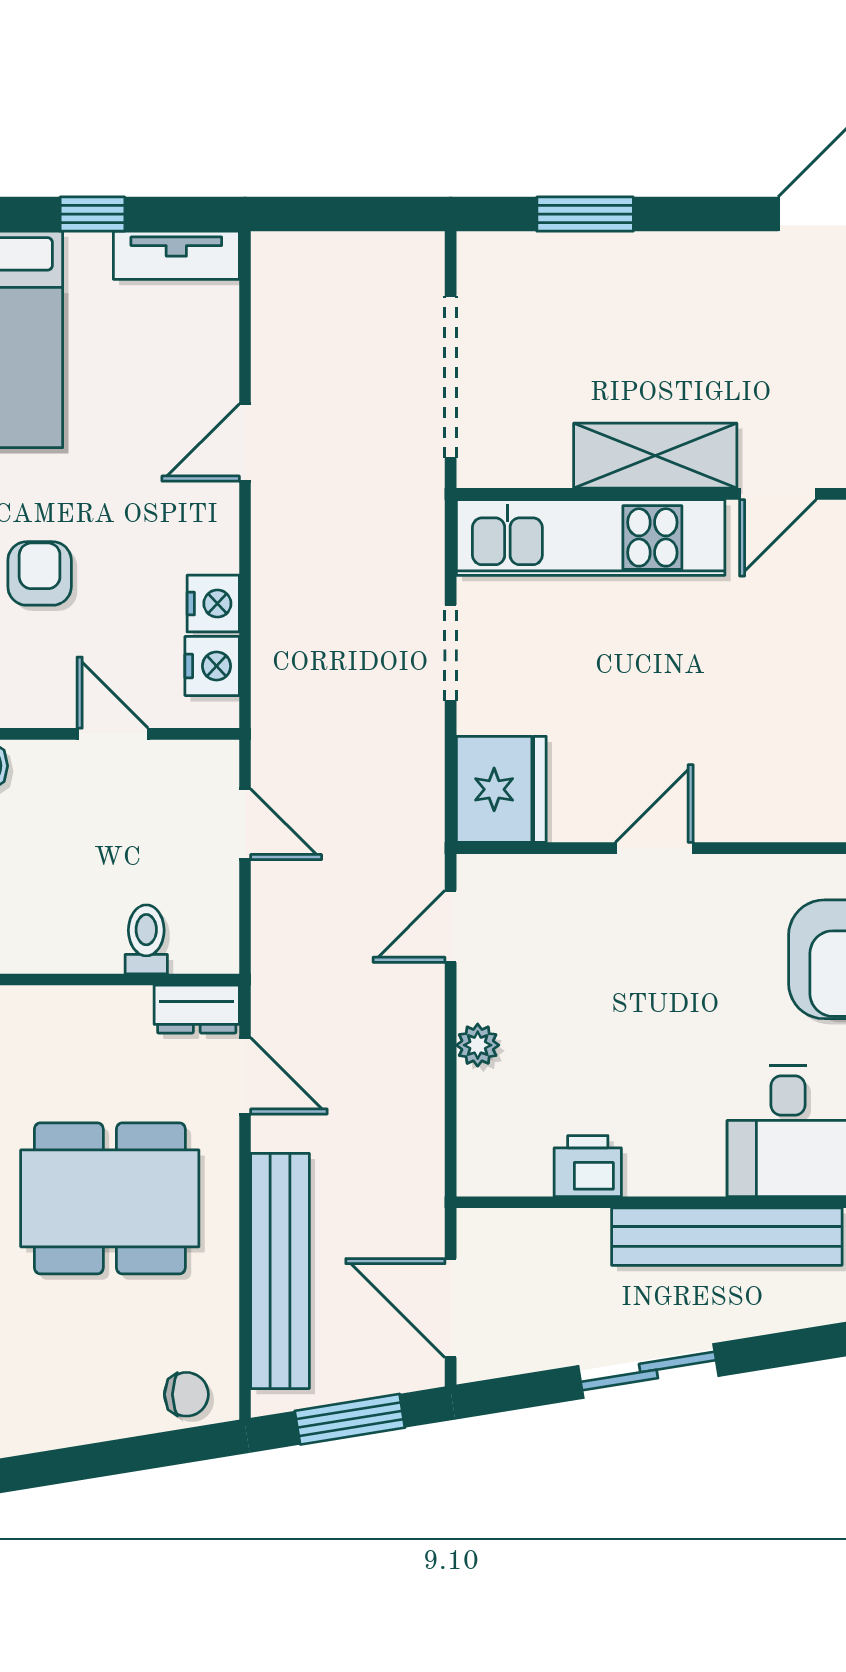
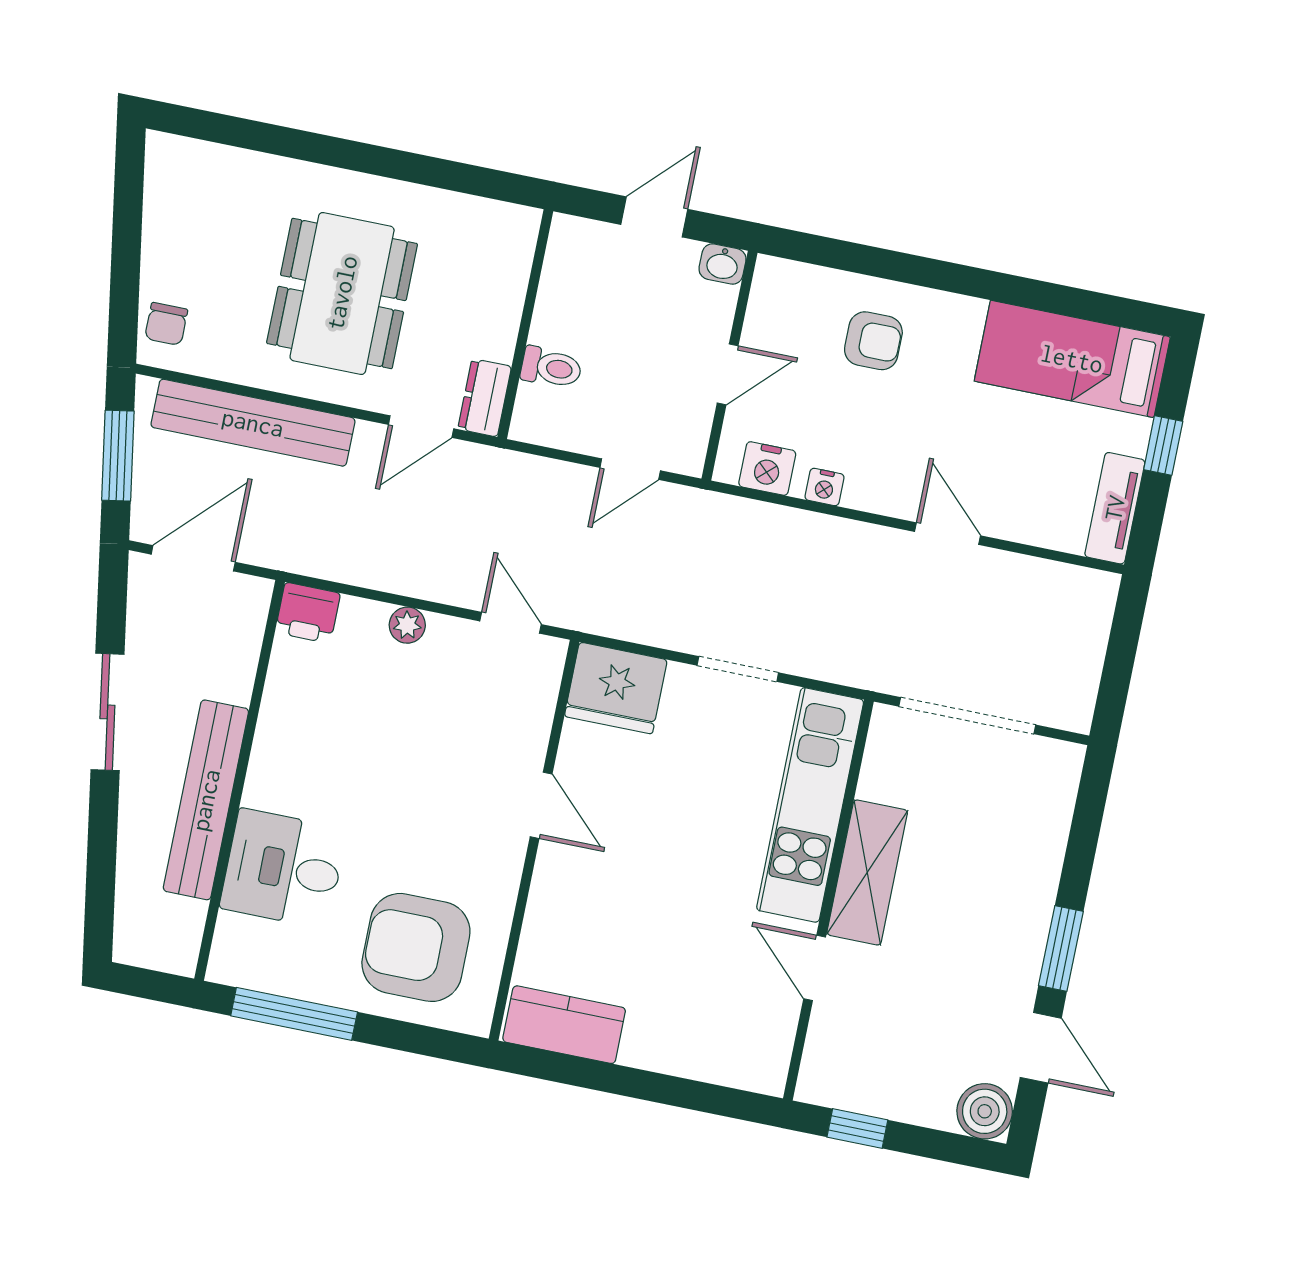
window: (585, 214) -> (1061, 949), moved
nightstand: (213, 604) -> (824, 487), width x0.72, depth x0.74
printer: (588, 1166) -> (308, 613), moved, turned 90

